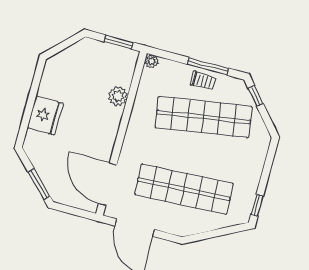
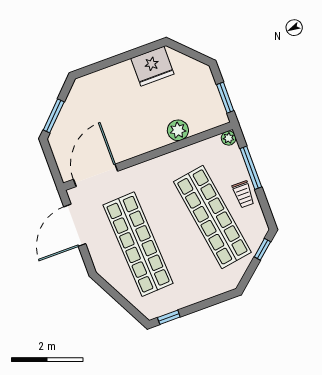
window: (208, 66) -> (251, 168), moved
fridge: (45, 115) -> (152, 66), moved

